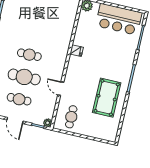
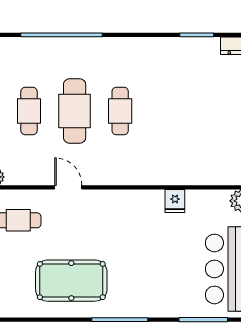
fridge: (77, 51) -> (175, 201), moved
door: (61, 89) -> (68, 187), hinge flipped

